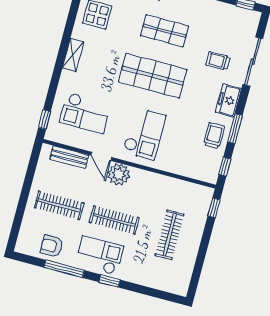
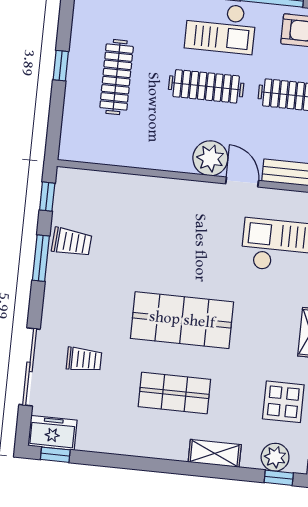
freezer: (228, 100) -> (52, 433), moved, turned -90
checkout: (144, 134) -> (181, 228), removed
trolley: (214, 136) -> (72, 242), turned -86
window: (214, 208) -> (61, 66), moved

